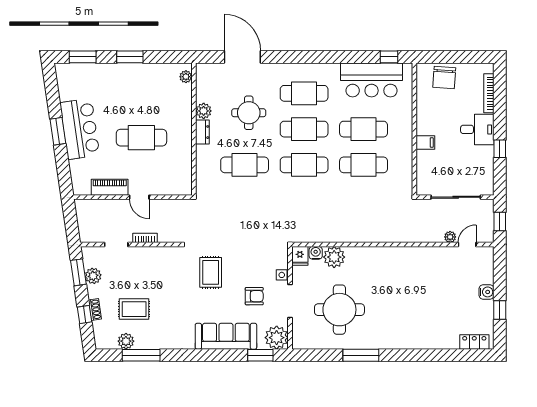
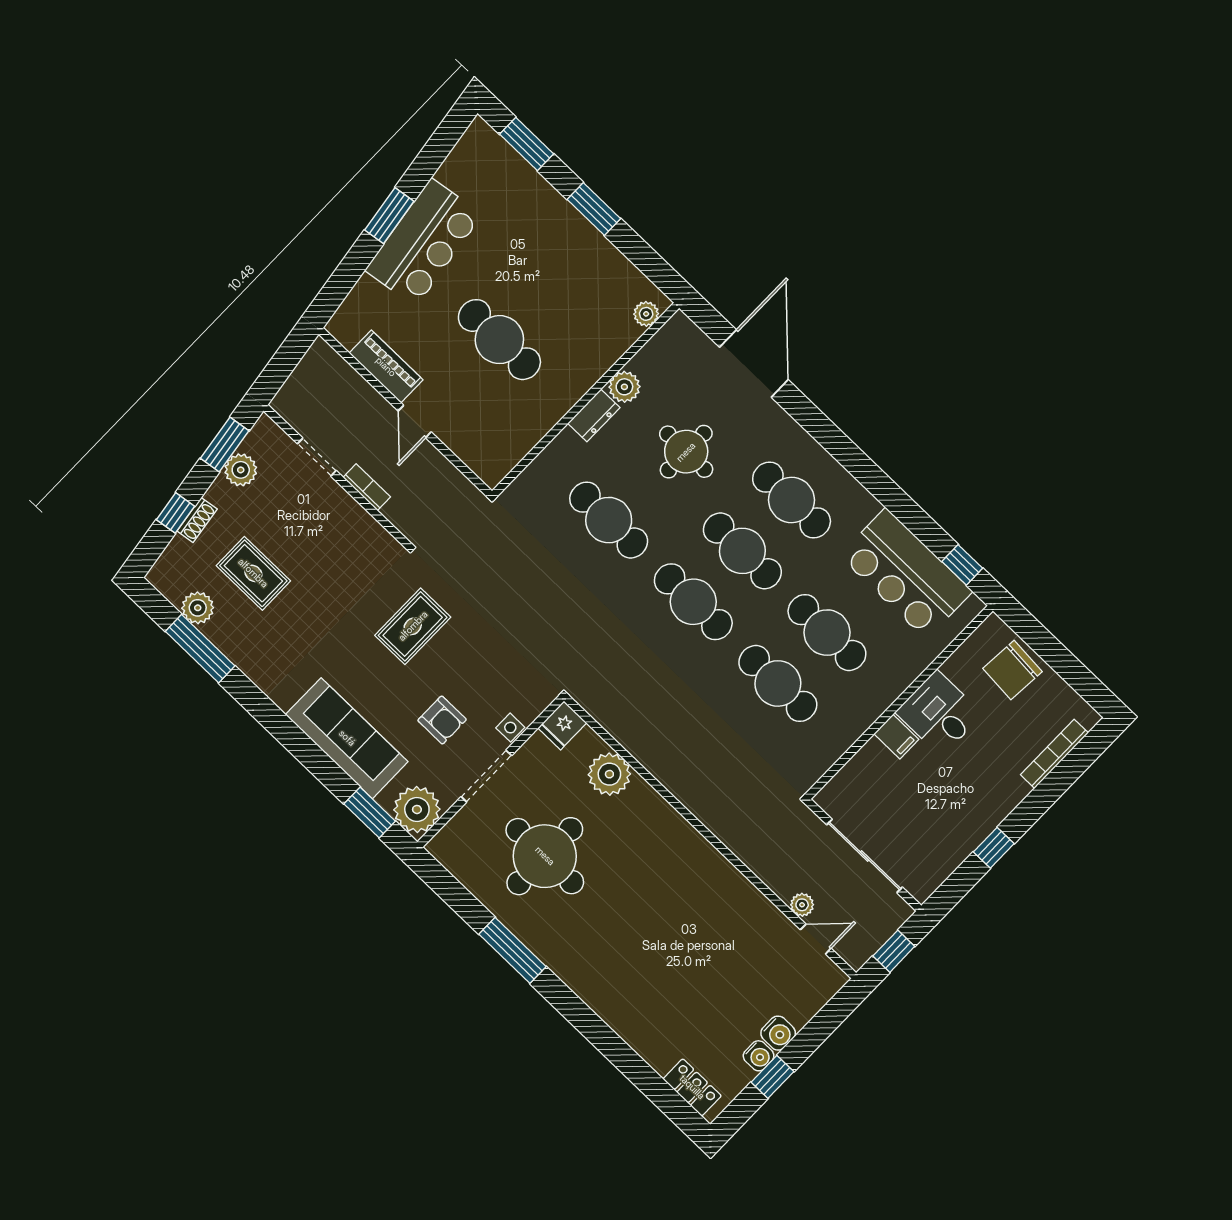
desk: (477, 129) -> (939, 713), moved, turned 180
water cooler: (316, 253) -> (759, 1056), moved, turned 90

